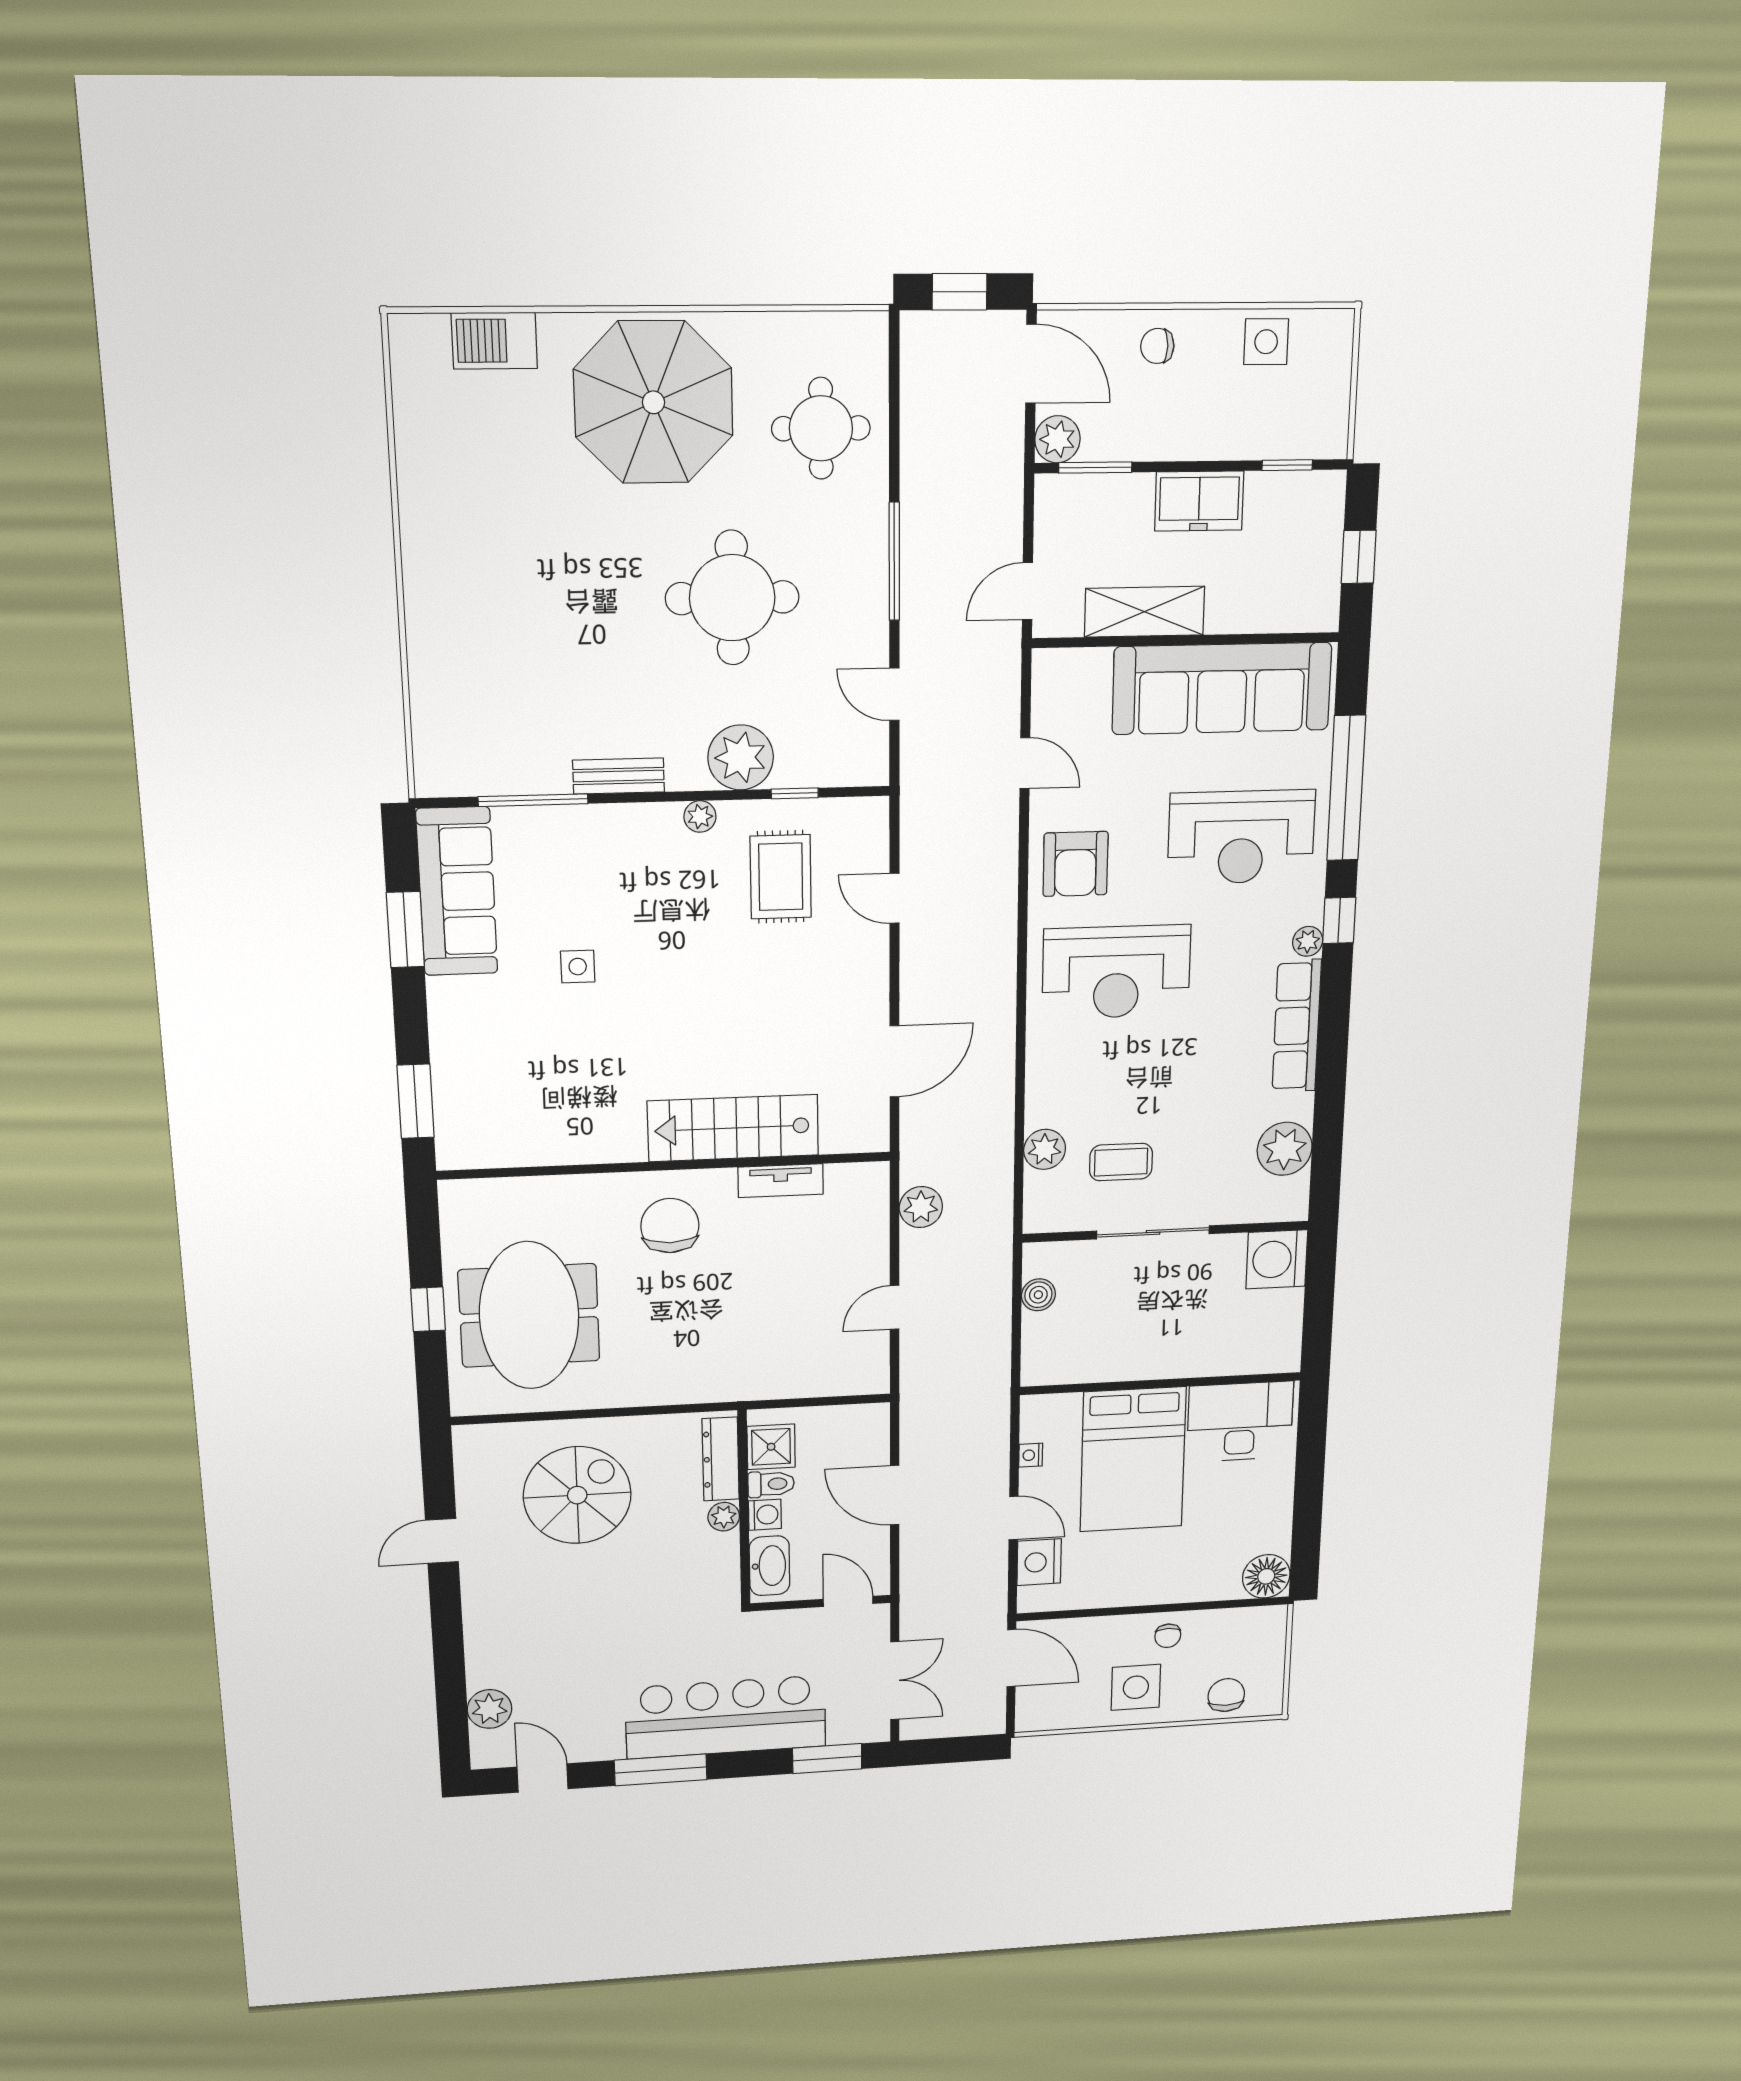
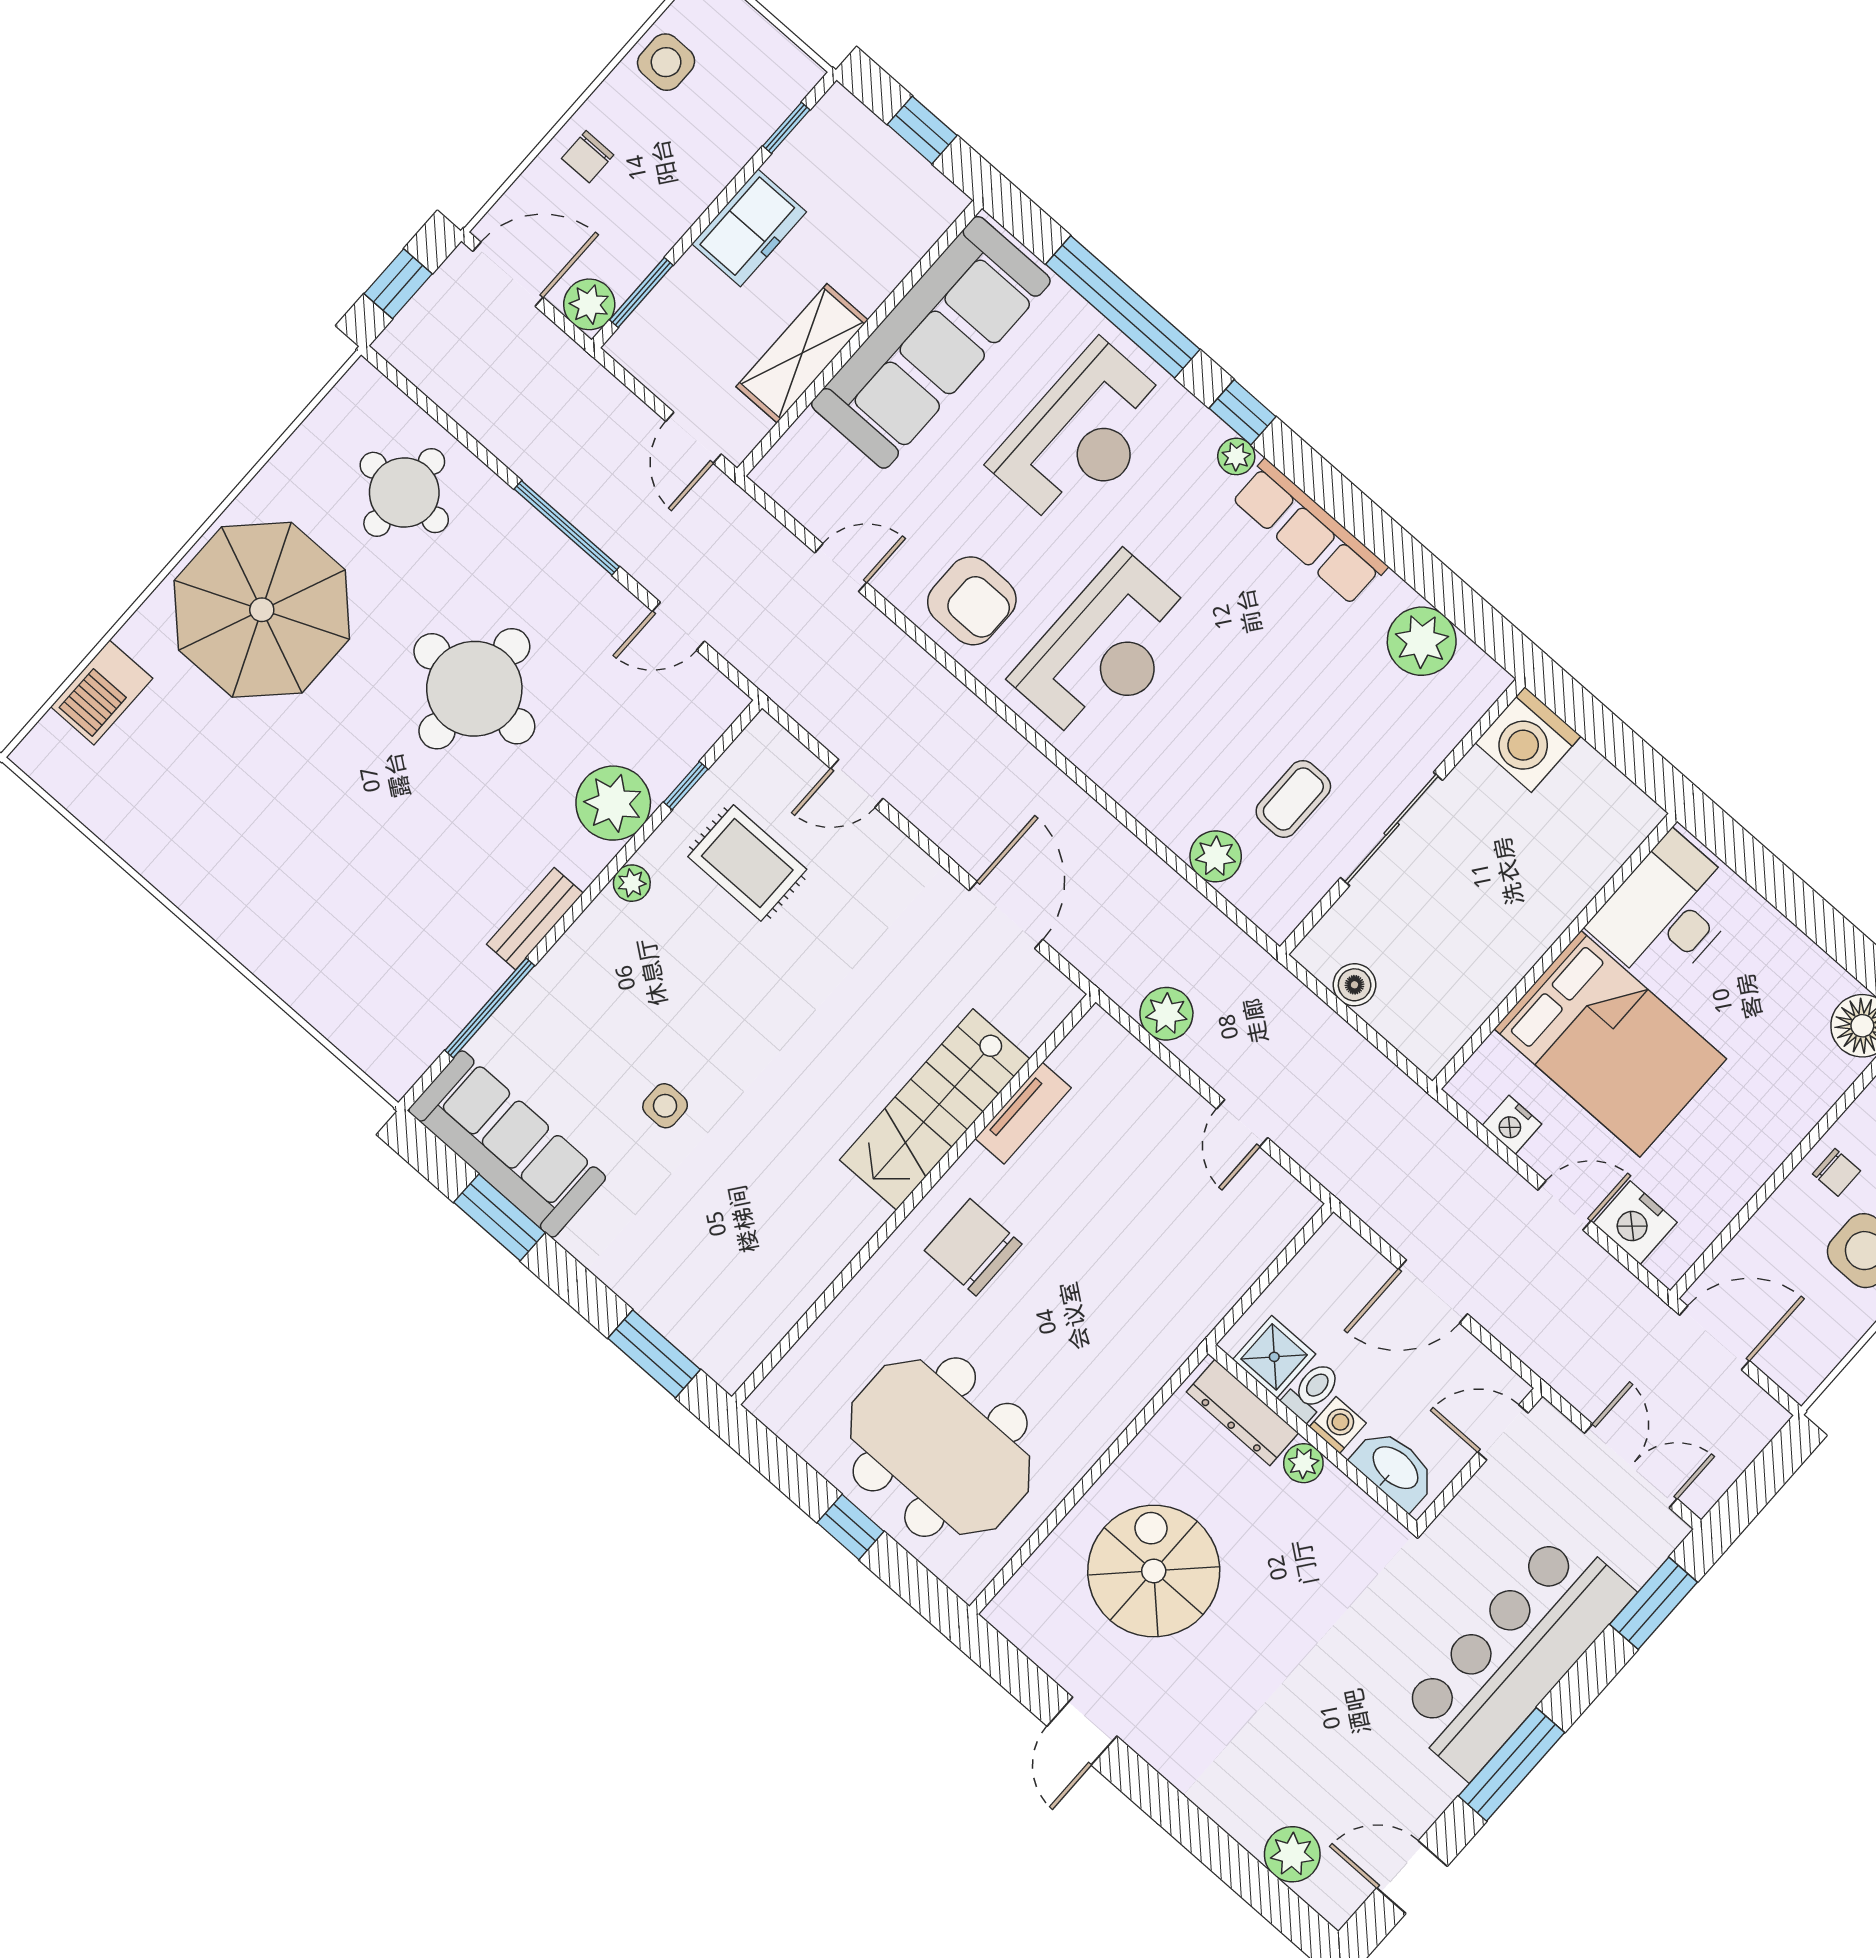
nightstand: (1031, 1455) -> (1512, 1125), width x1.39, depth x1.35

